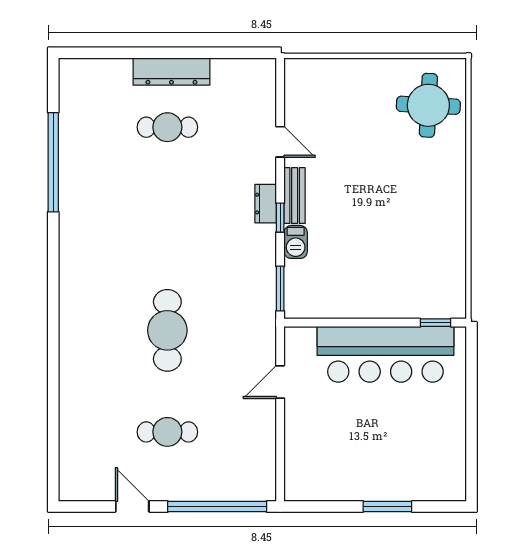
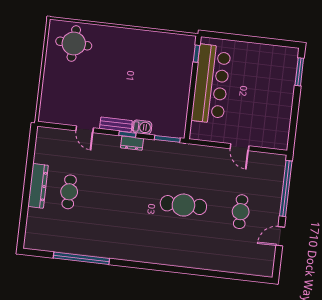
door: (280, 142) -> (85, 129), swing flipped
dresser: (266, 204) -> (132, 143), moved
door: (280, 382) -> (239, 147), moved
window: (387, 506) -> (299, 72), moved

